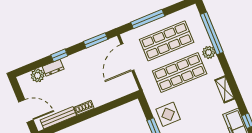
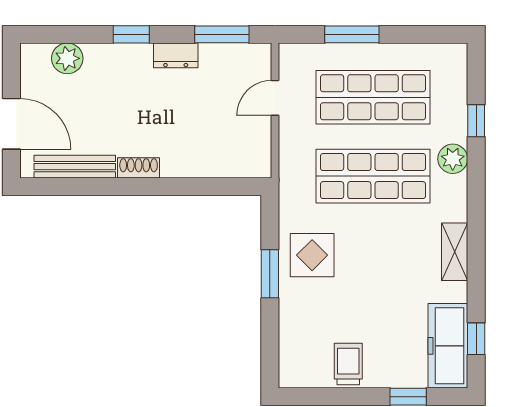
window: (148, 19) -> (352, 34), width x0.69
window: (212, 33) -> (476, 121), width x0.32
door: (127, 57) -> (275, 98), width x0.53
dresser: (53, 68) -> (176, 55), moved

